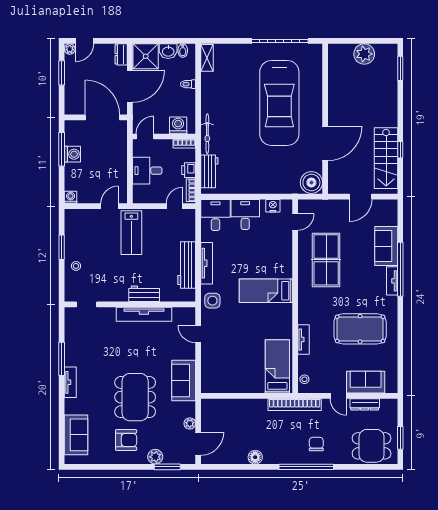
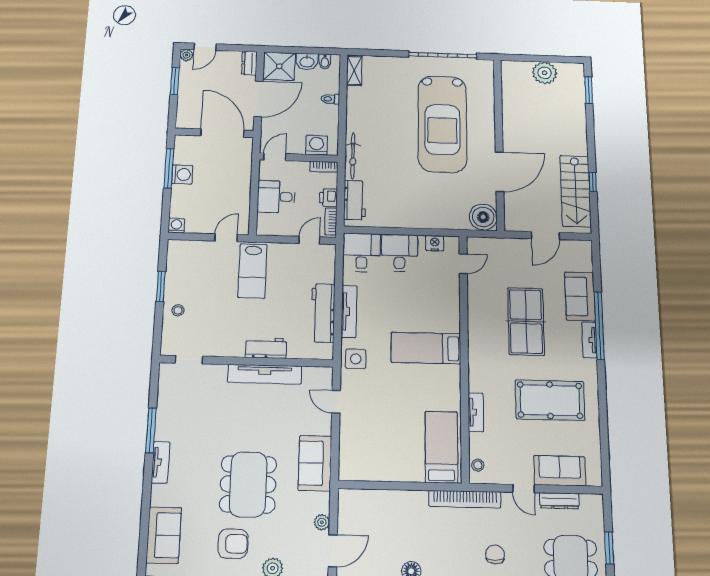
table tennis table: (326, 260) -> (526, 321), moved

